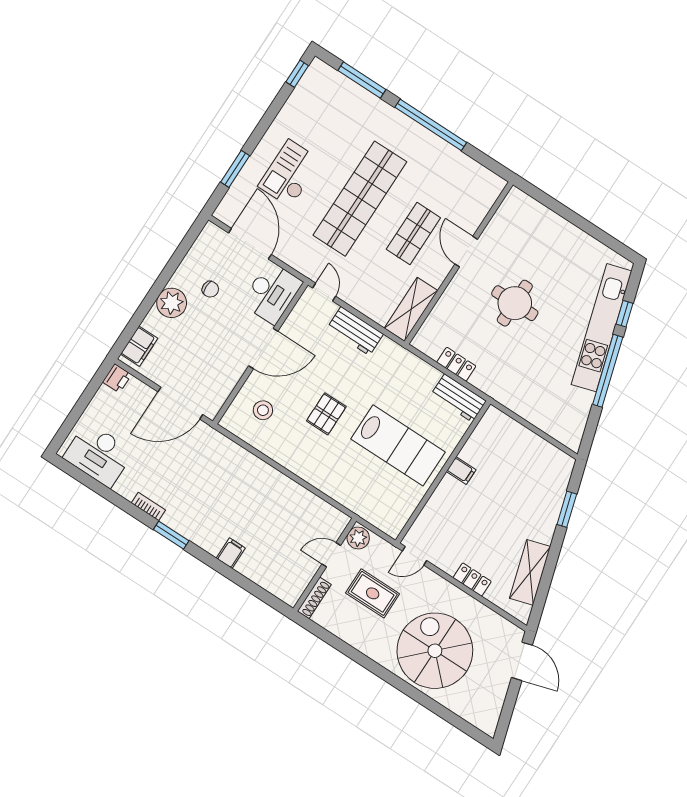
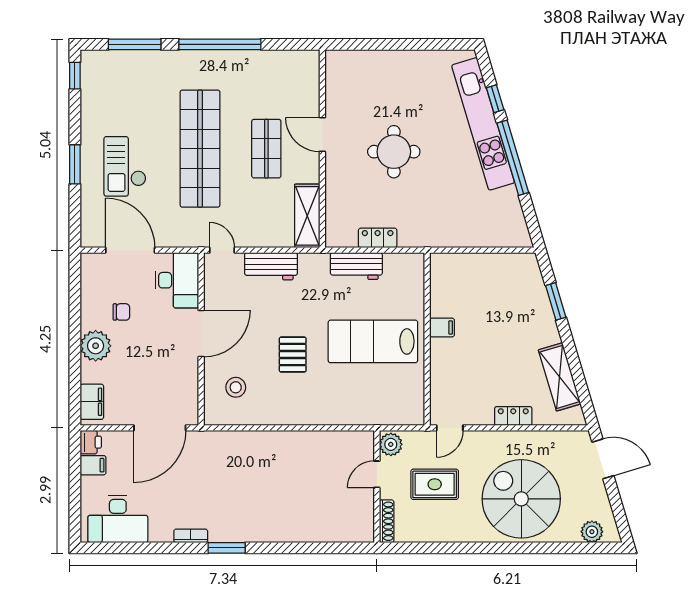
window: (235, 169) -> (75, 164), moved
workbench: (458, 398) -> (356, 266), moved
lab bench: (398, 445) -> (373, 341), turned 180
filing cabinet: (231, 553) -> (93, 465), moved, turned 90
plant: (475, 714) -> (592, 532), added

